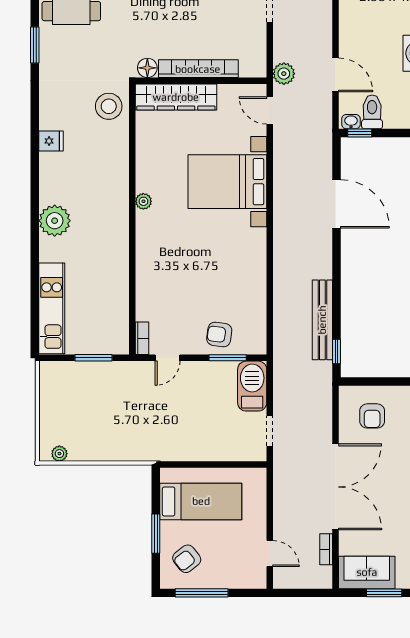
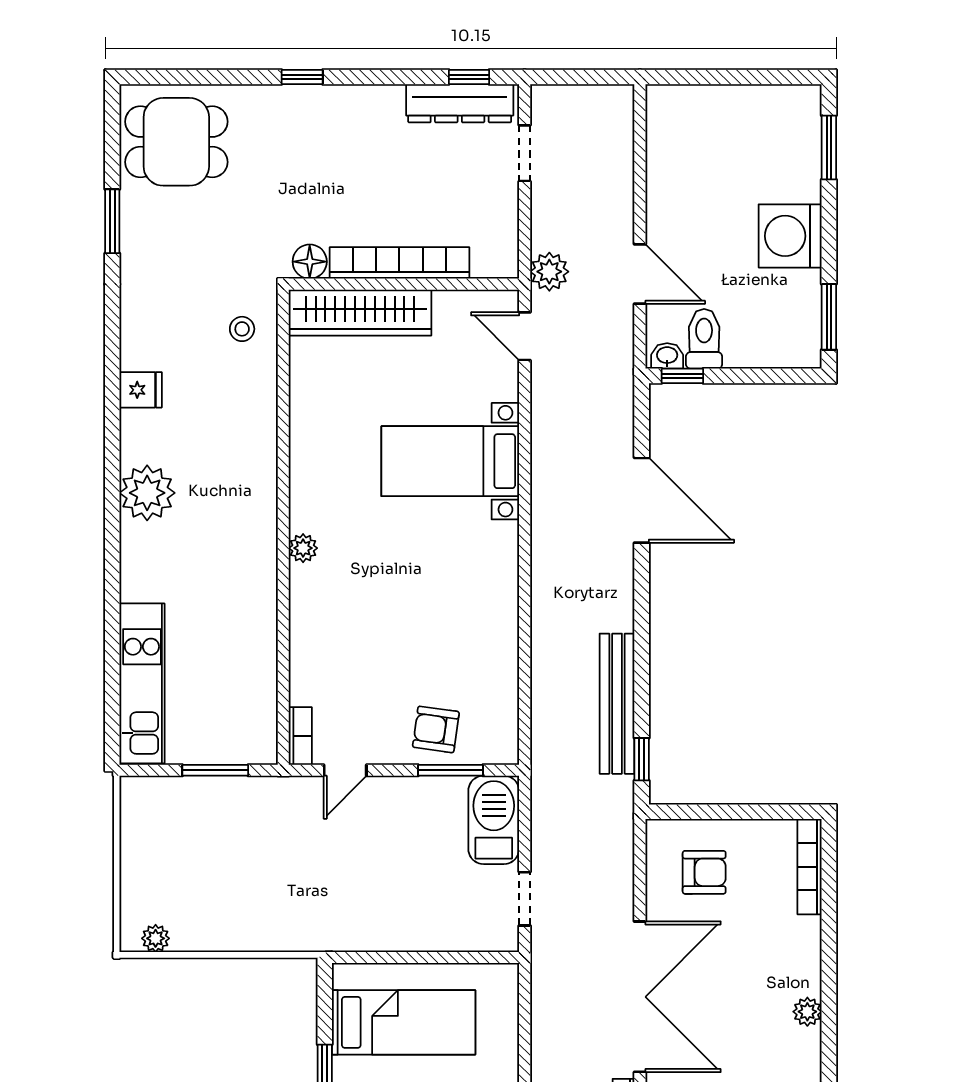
stool: (109, 106) -> (242, 329), width x0.53, depth x0.53
bed with nightstands: (227, 182) -> (450, 461), width x0.73
plant: (143, 201) -> (303, 548), moved
plant: (55, 221) -> (147, 493), moved
armchair: (372, 416) -> (704, 872), turned -90

